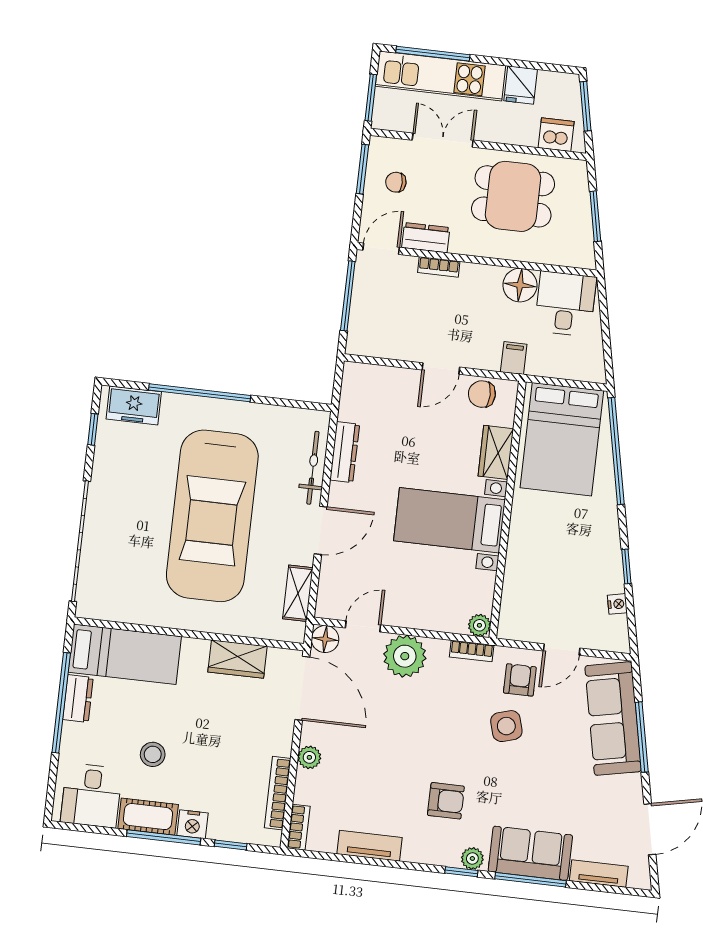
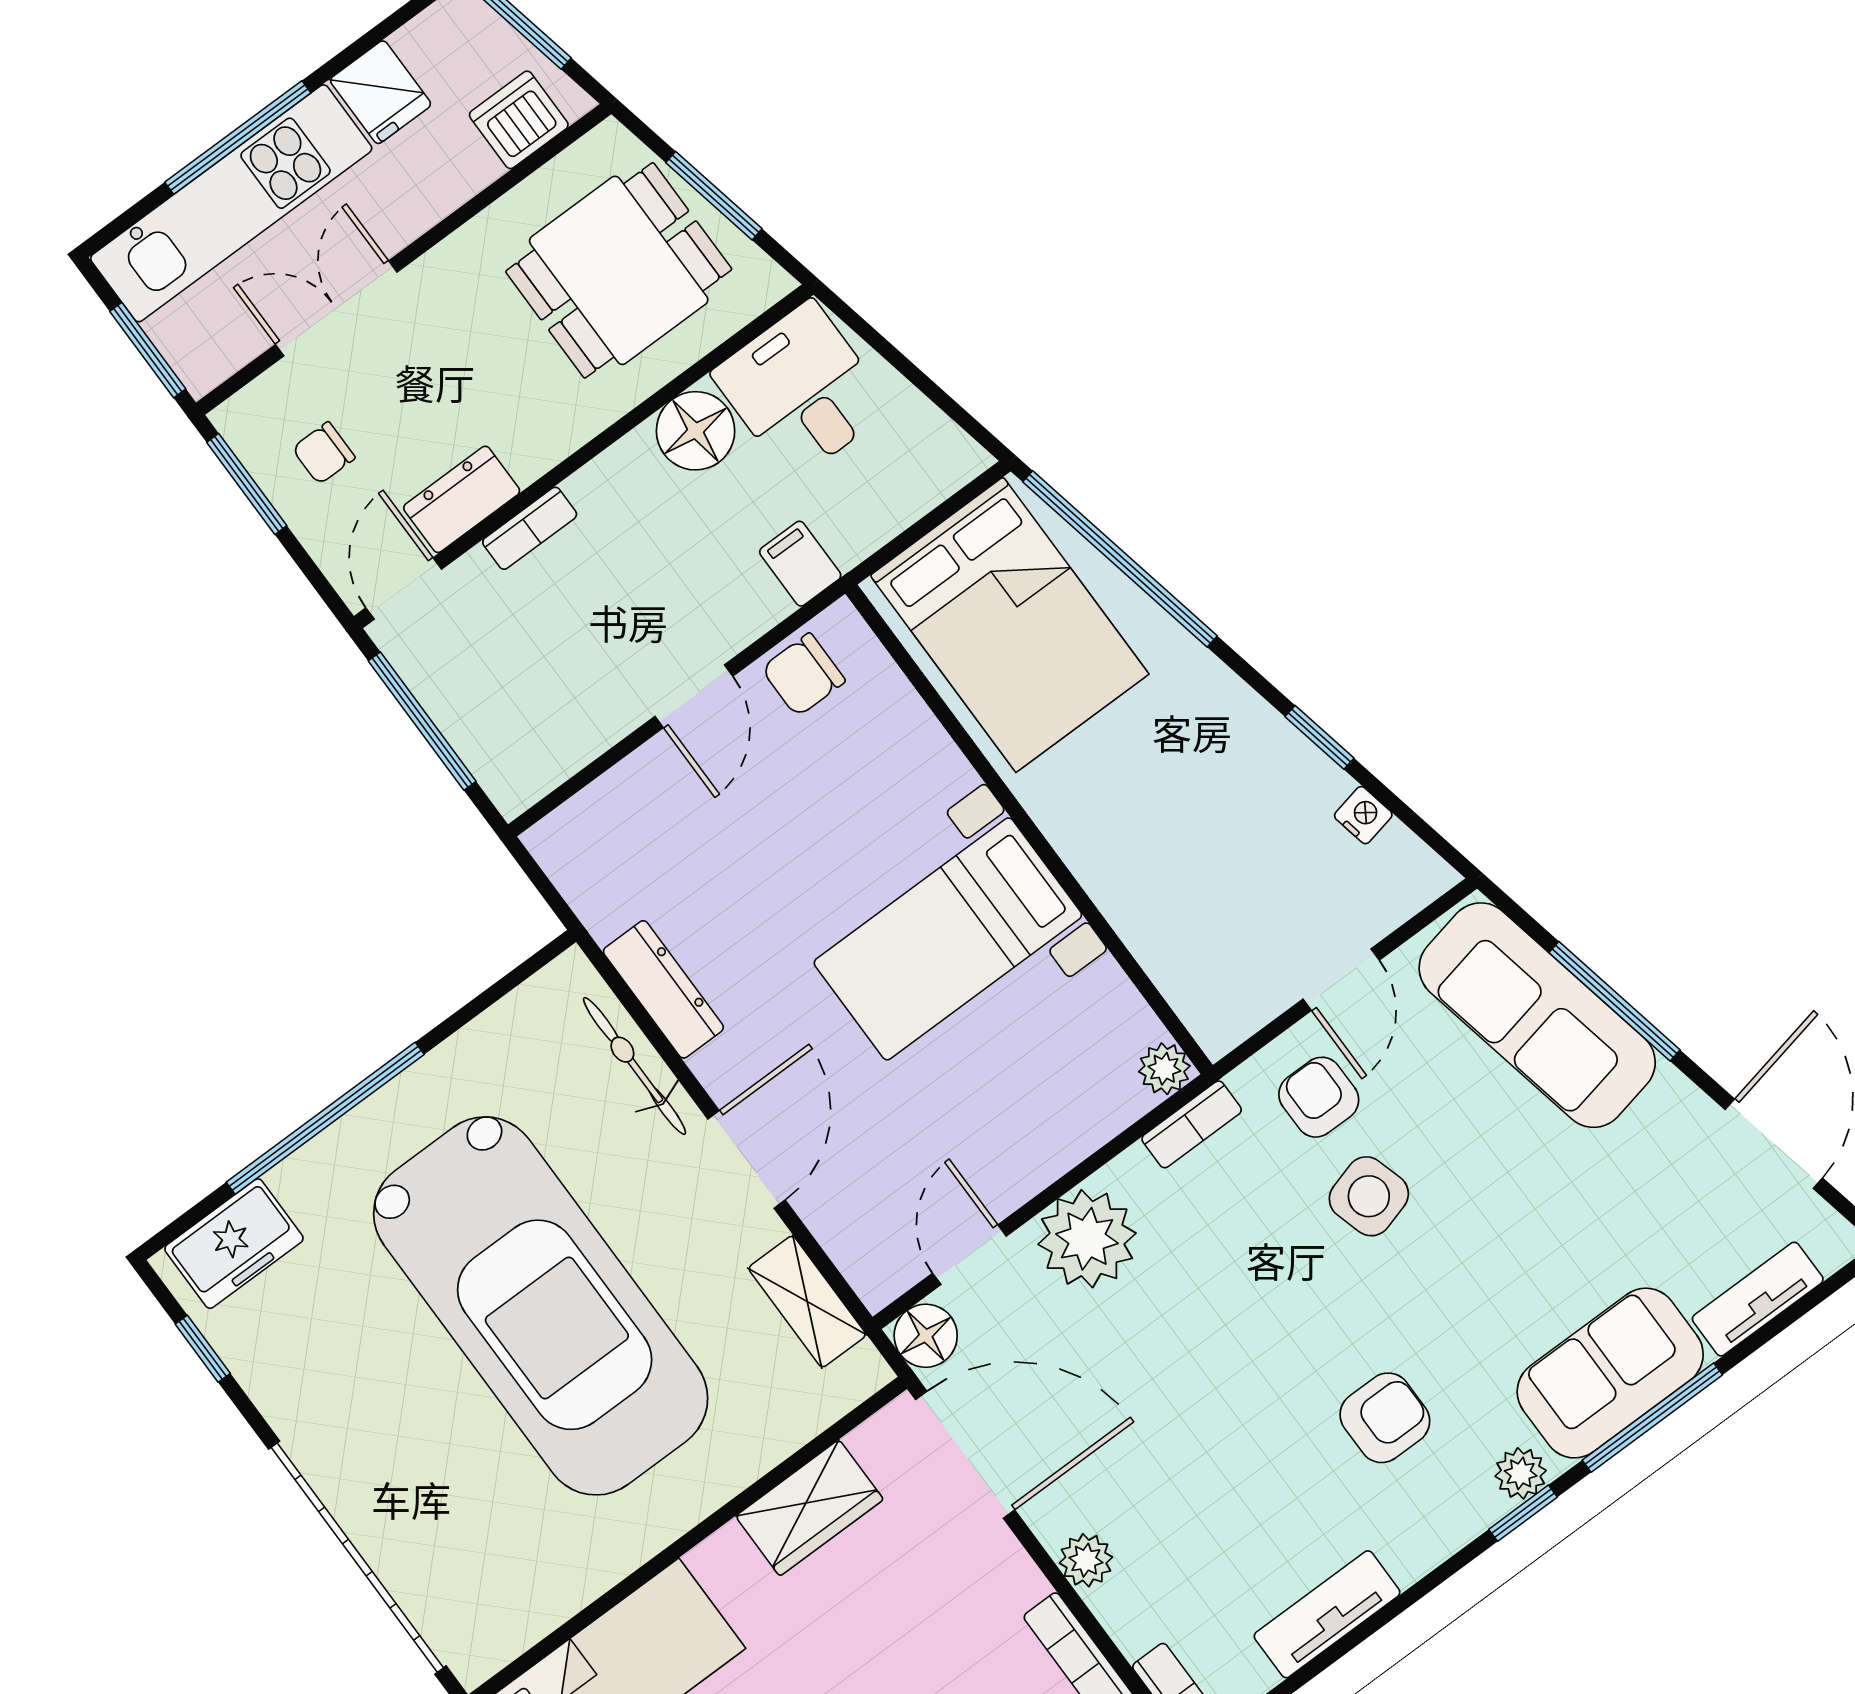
window: (433, 54) -> (238, 138), moved
dining table: (513, 196) -> (619, 270), moved
wardrobe: (496, 452) -> (919, 751), removed

